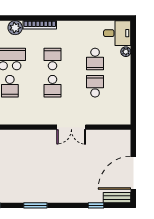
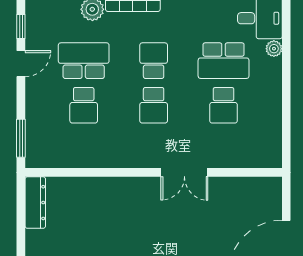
school desk: (95, 59) -> (224, 61), width x1.85
school desk: (95, 86) -> (224, 105), turned 180

